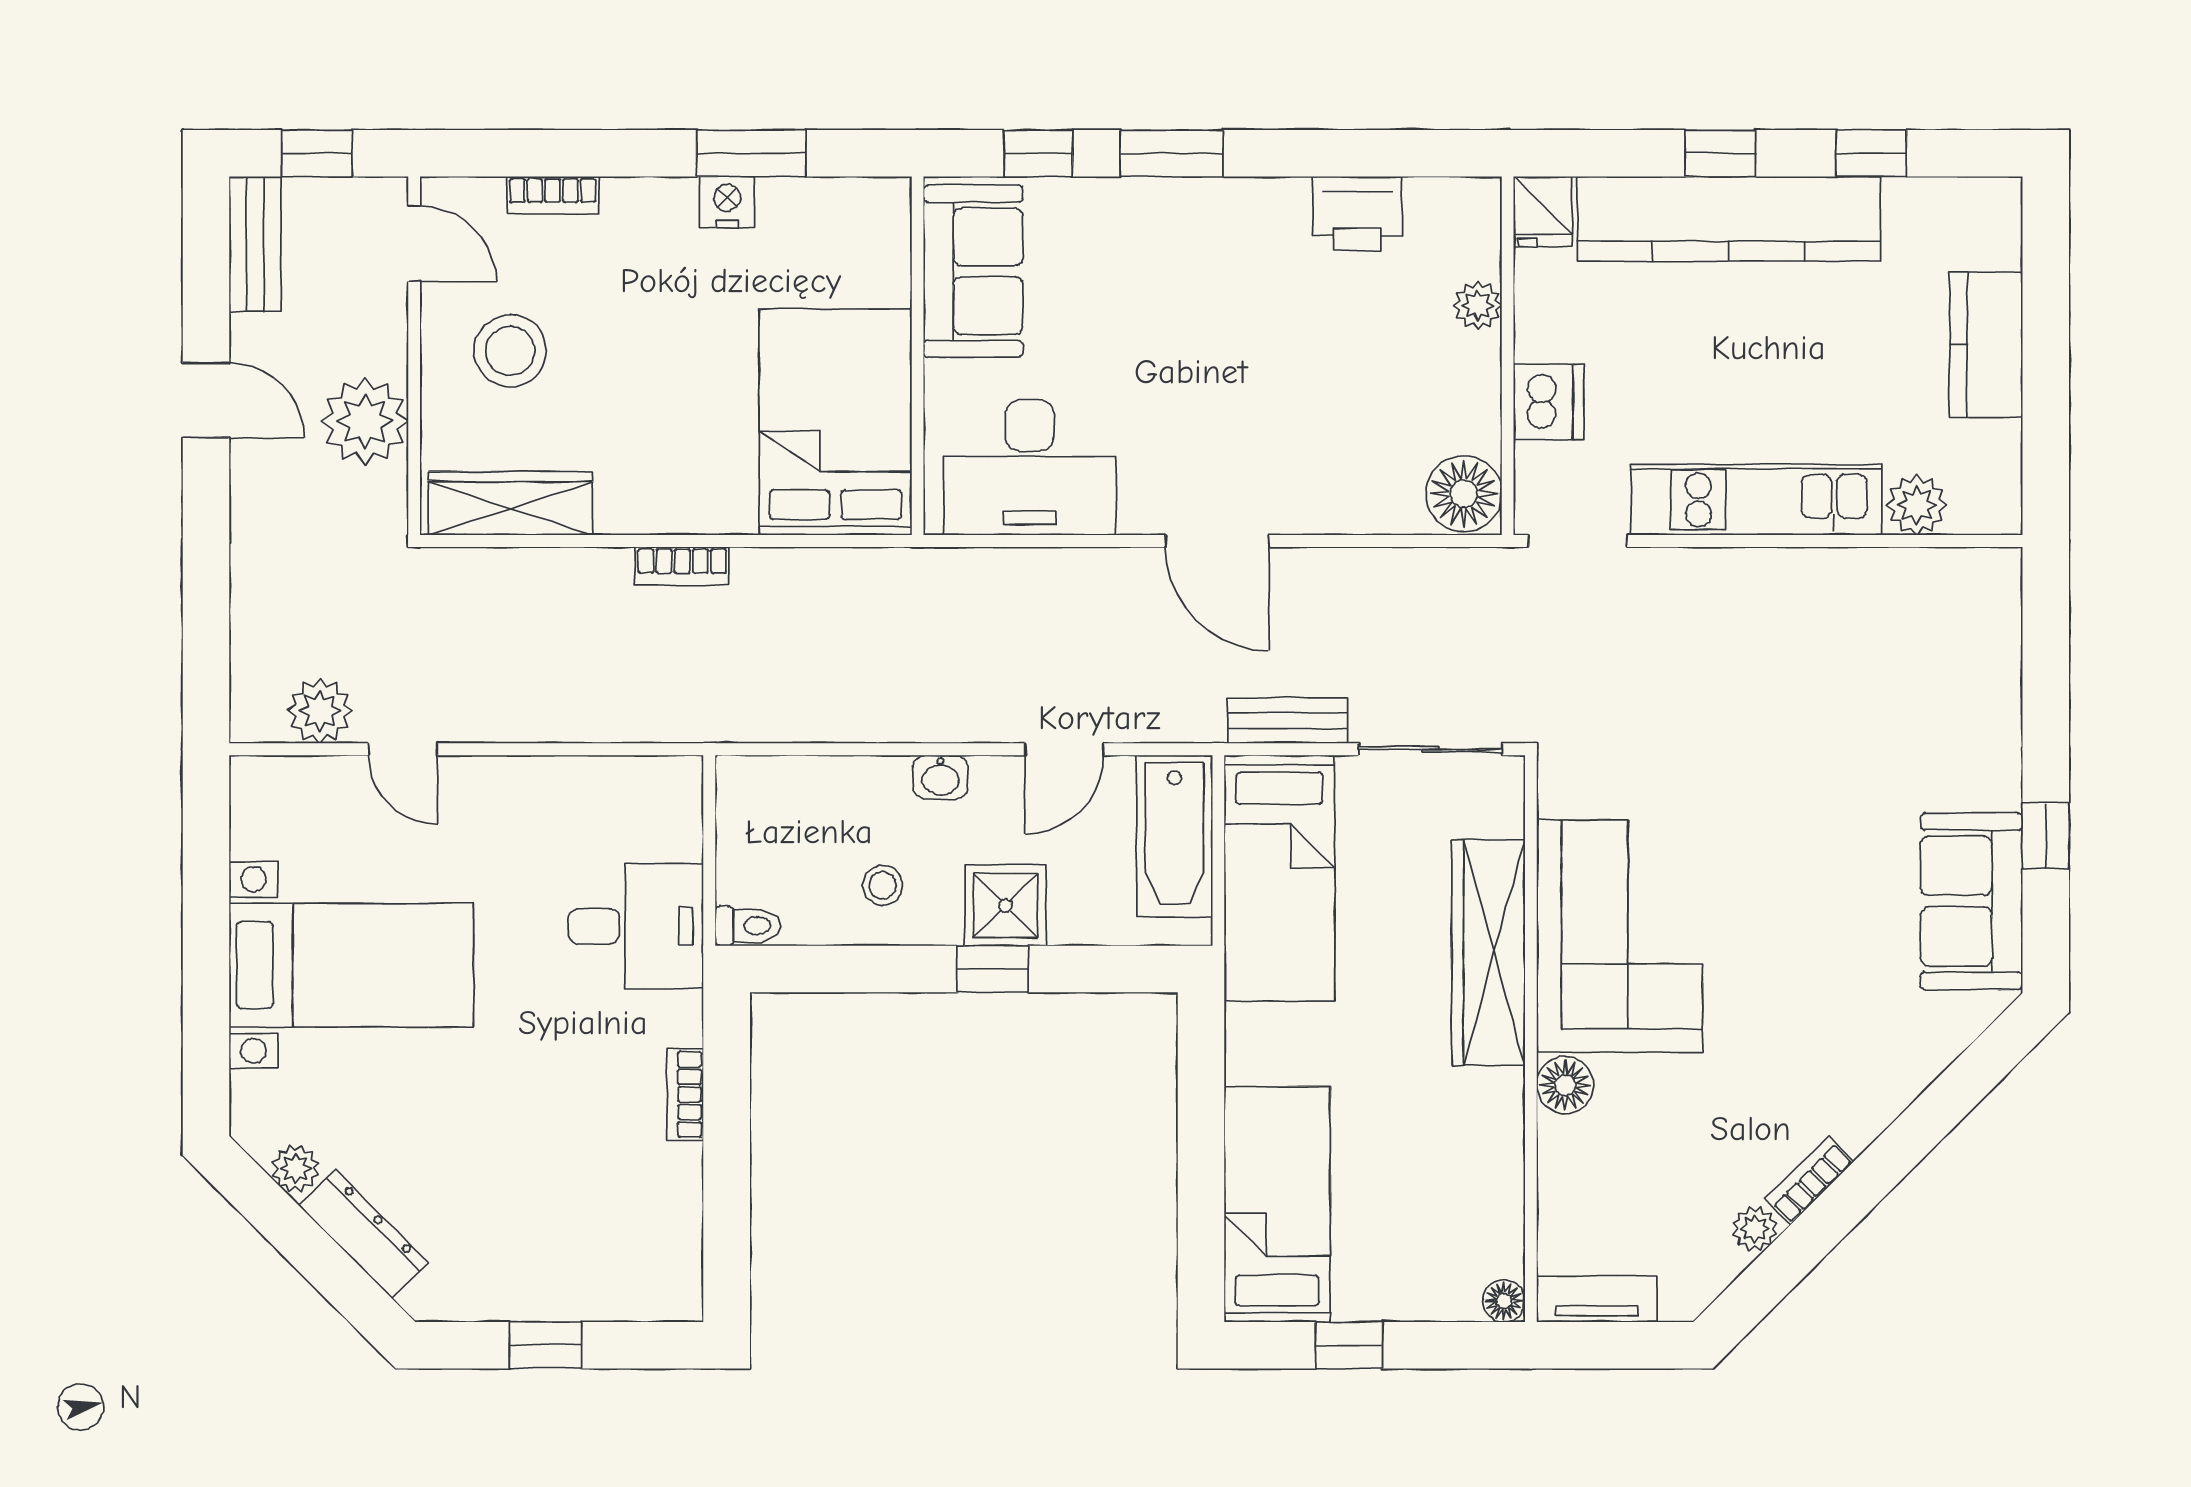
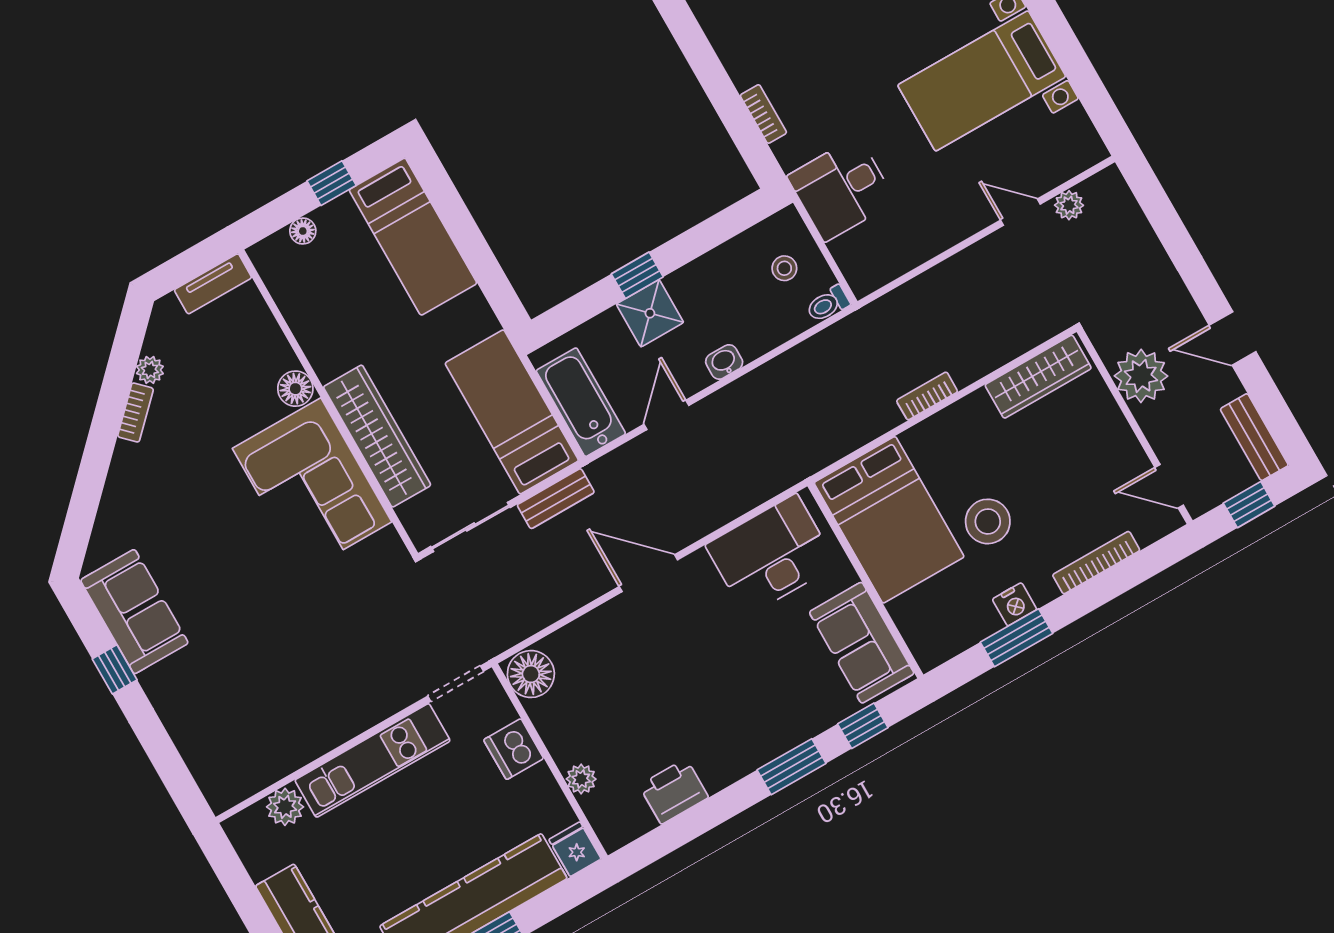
bookcase: (553, 195) -> (1096, 563), width x1.56
stool: (510, 351) -> (988, 521), moved
plant: (320, 711) -> (1069, 205), width x0.73, depth x0.73
stool: (883, 885) -> (784, 268), moved
toilet: (748, 926) -> (828, 304), moved
floor lamp: (1504, 1301) -> (303, 231), moved

